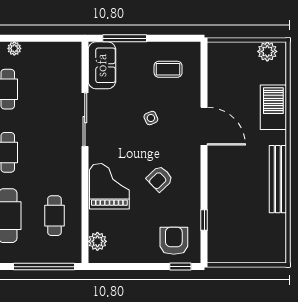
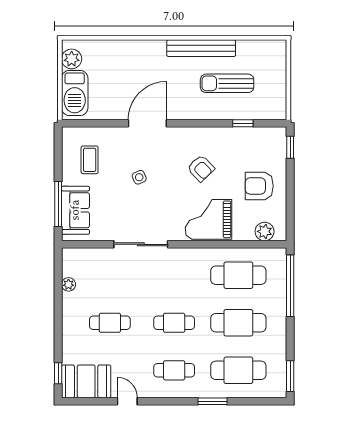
plant: (14, 48) -> (68, 284), moved
sofa: (102, 65) -> (75, 210), moved, turned 90
barbecue: (273, 107) -> (75, 93), moved, turned -90
sun lounger: (243, 204) -> (227, 83), added
cafe table: (54, 216) -> (238, 275), width x1.37, depth x1.35
armchair: (174, 241) -> (259, 186), moved

